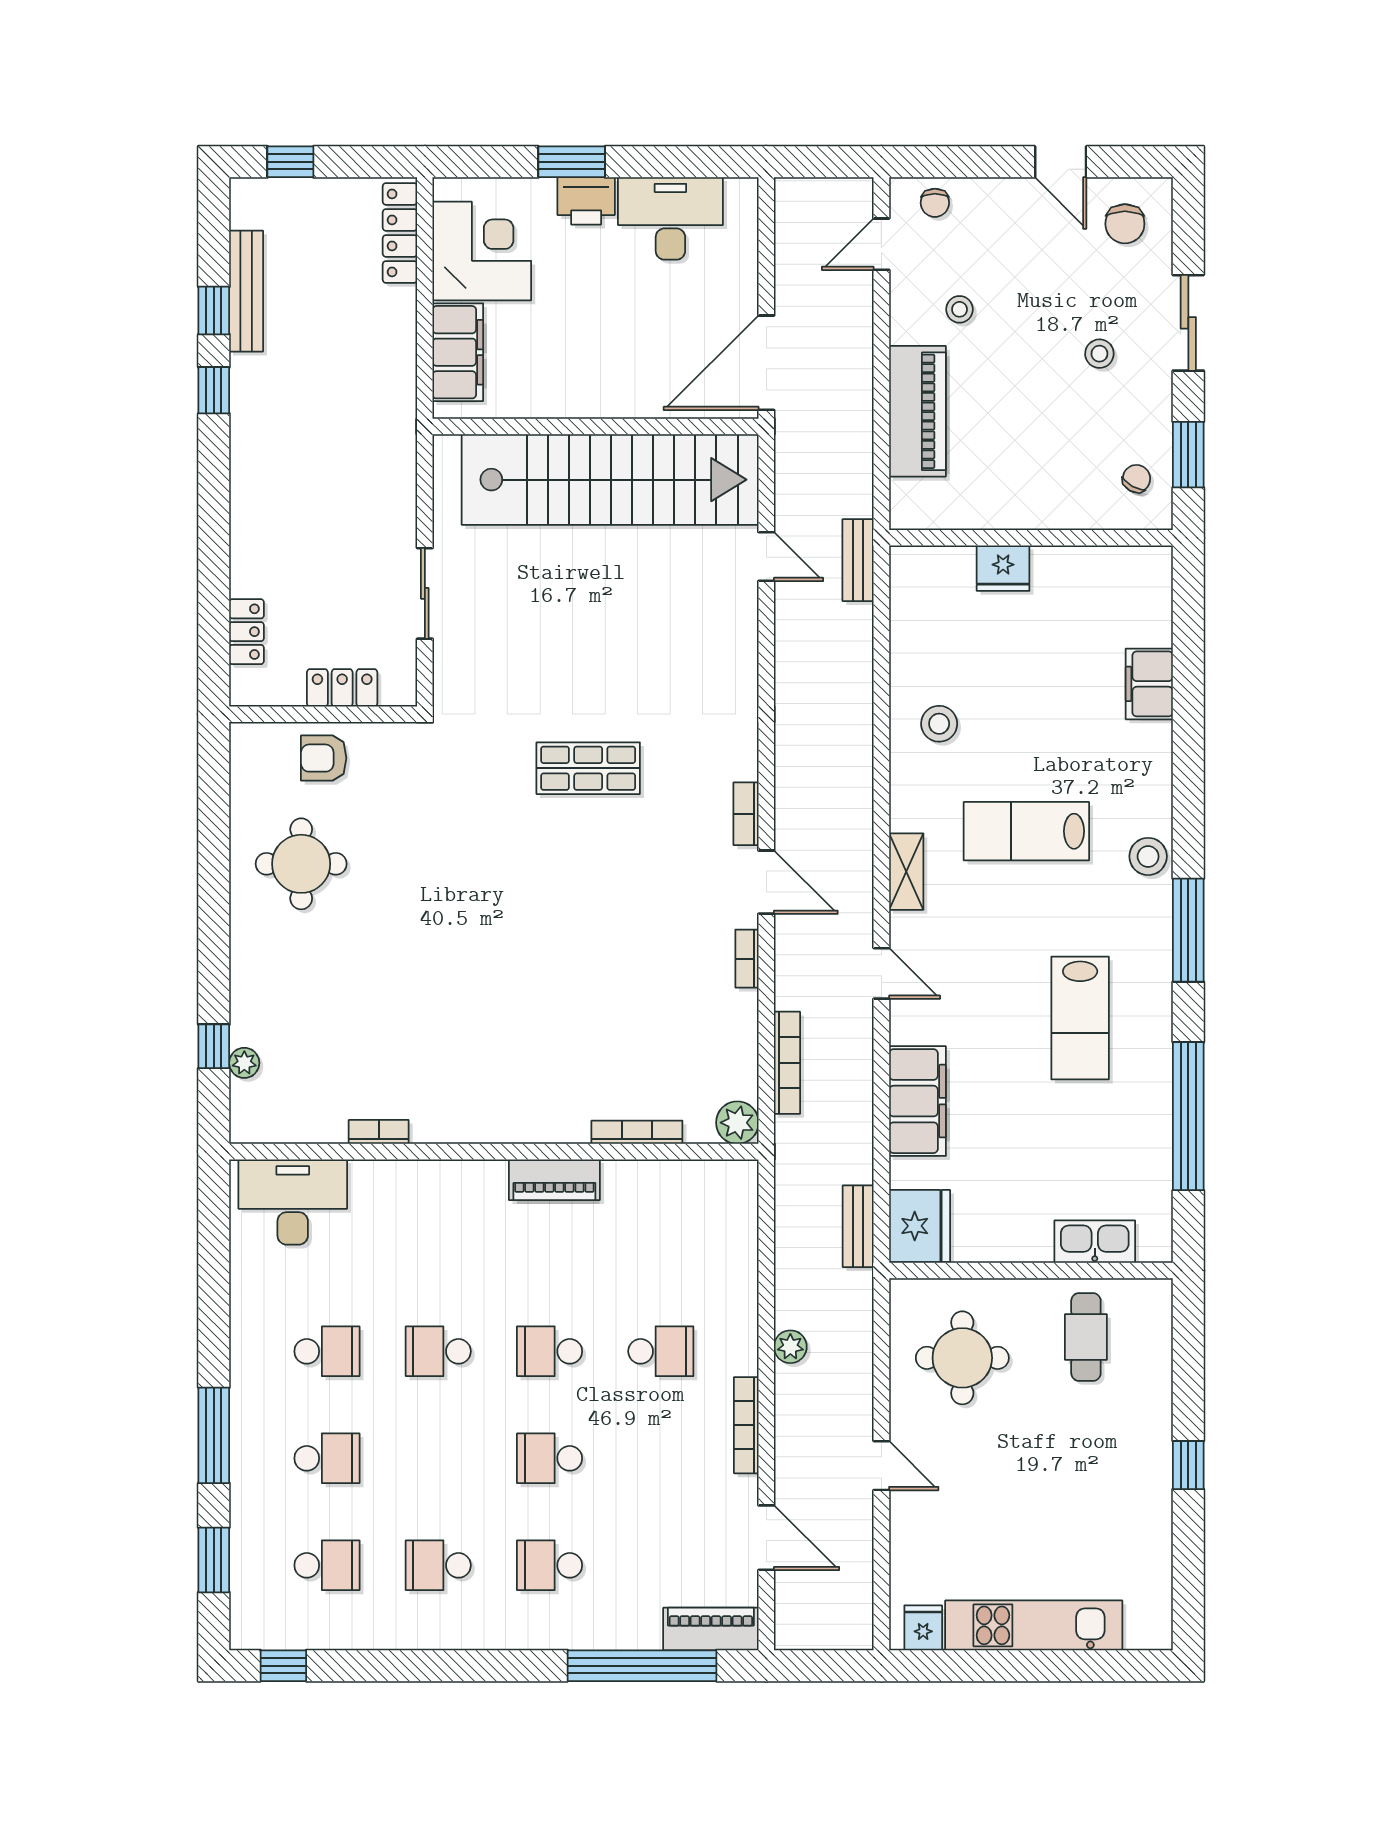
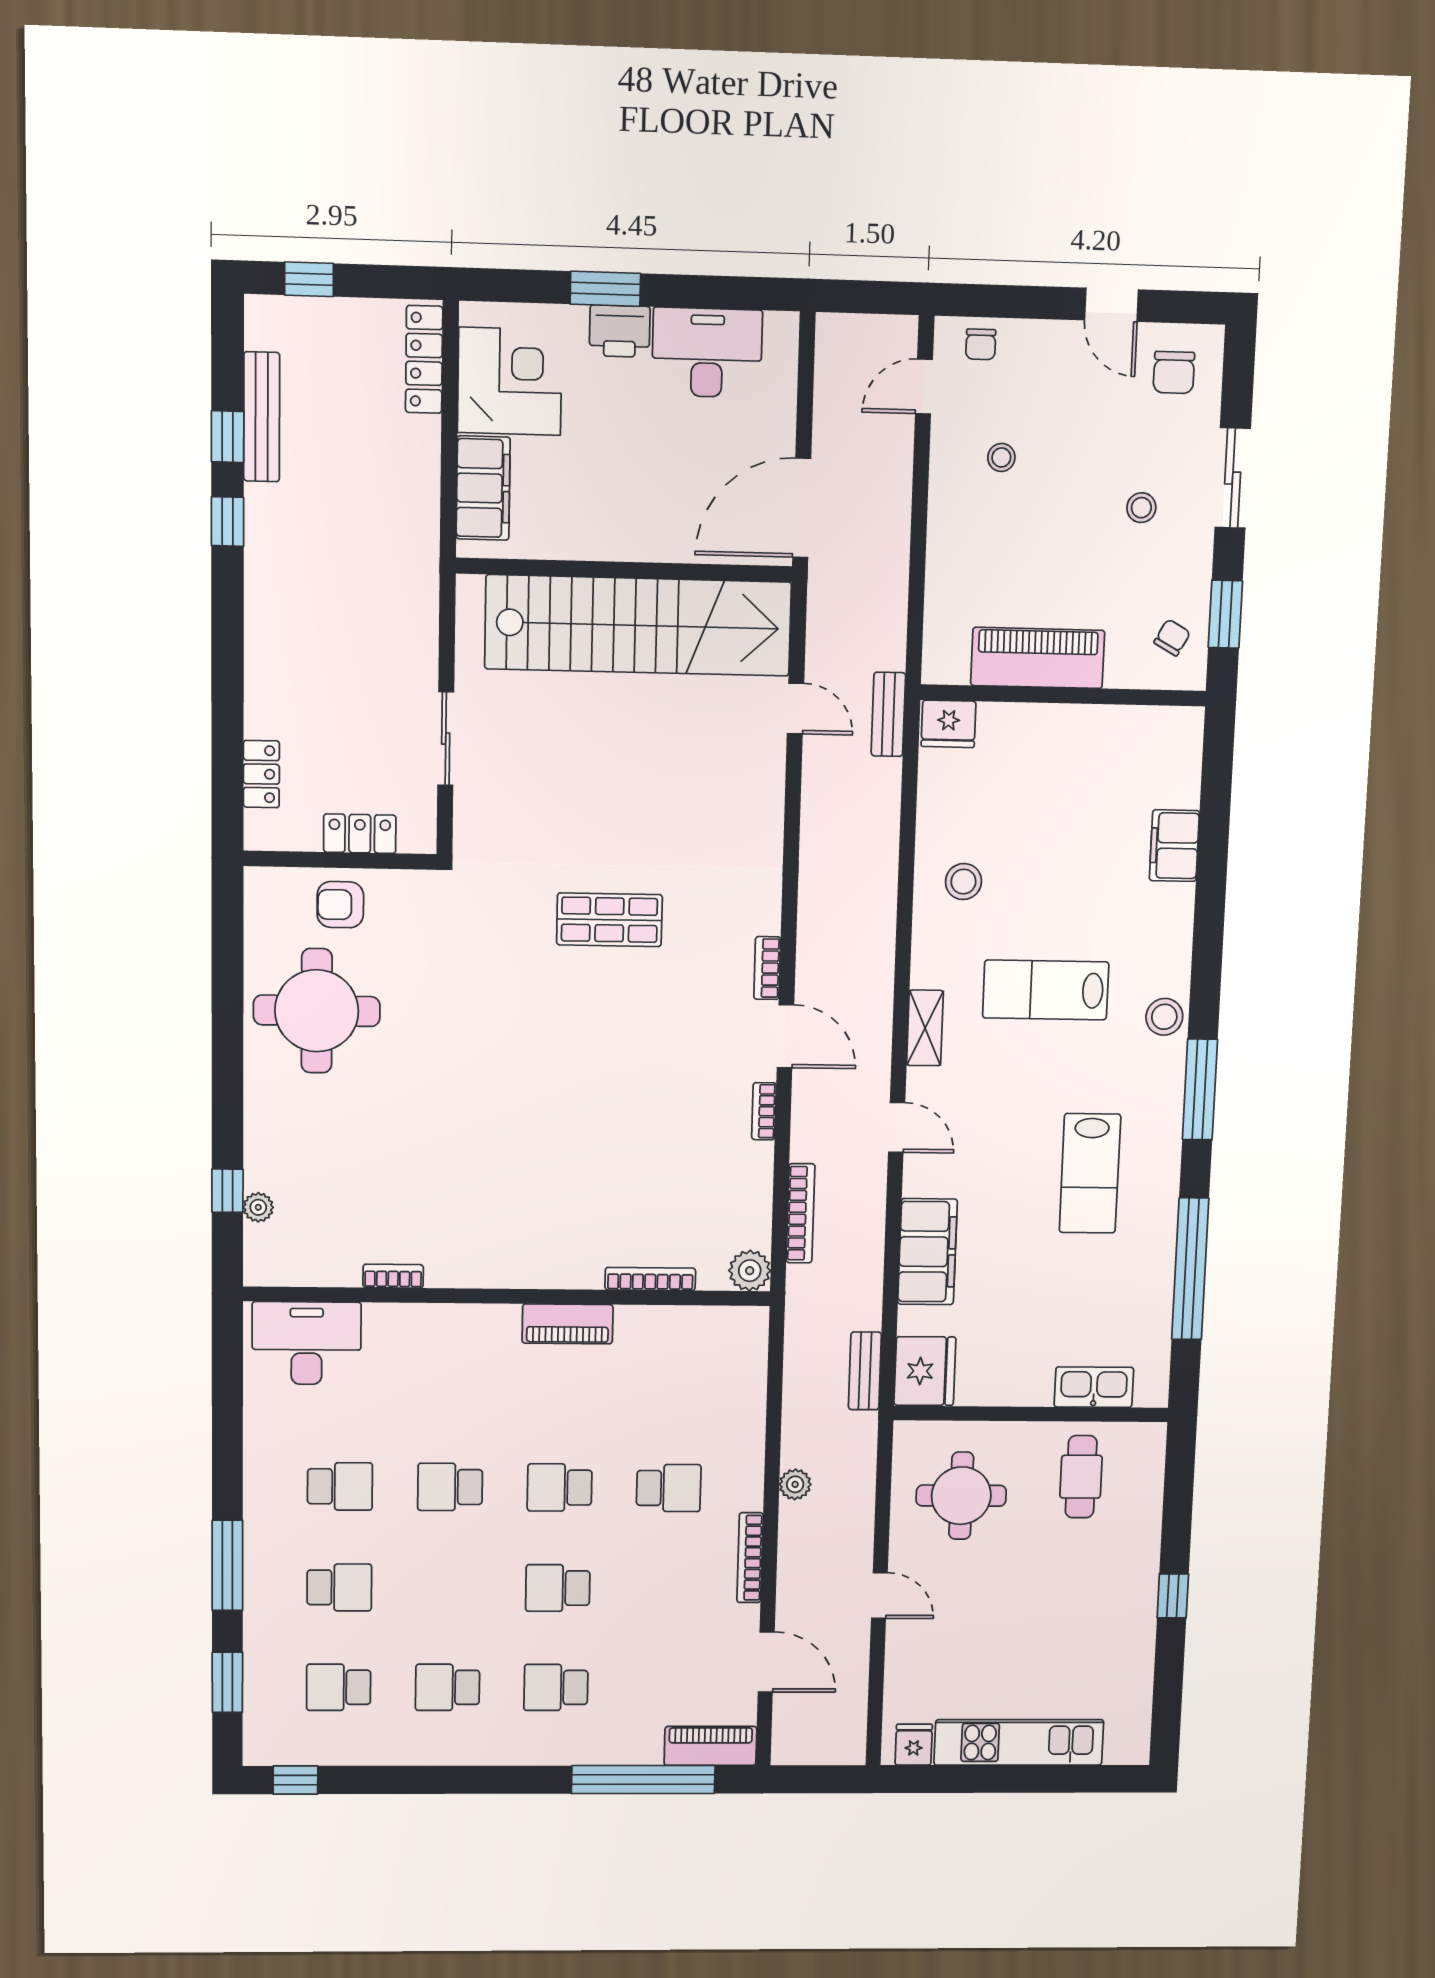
piano: (917, 411) -> (1038, 658), moved, turned -90
fridge: (1003, 568) -> (949, 724), moved
round table: (301, 864) -> (317, 1011), width x1.36, depth x1.36
school desk: (327, 1565) -> (339, 1687), turned 180

